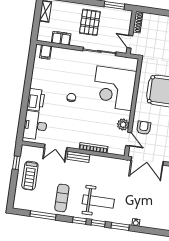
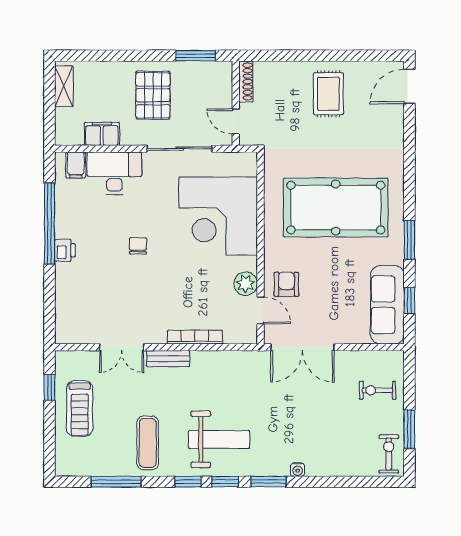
window: (28, 80) -> (50, 224), added
printer: (36, 100) -> (65, 250), width x0.53, depth x0.68
desk: (35, 125) -> (114, 173), moved, turned 90

